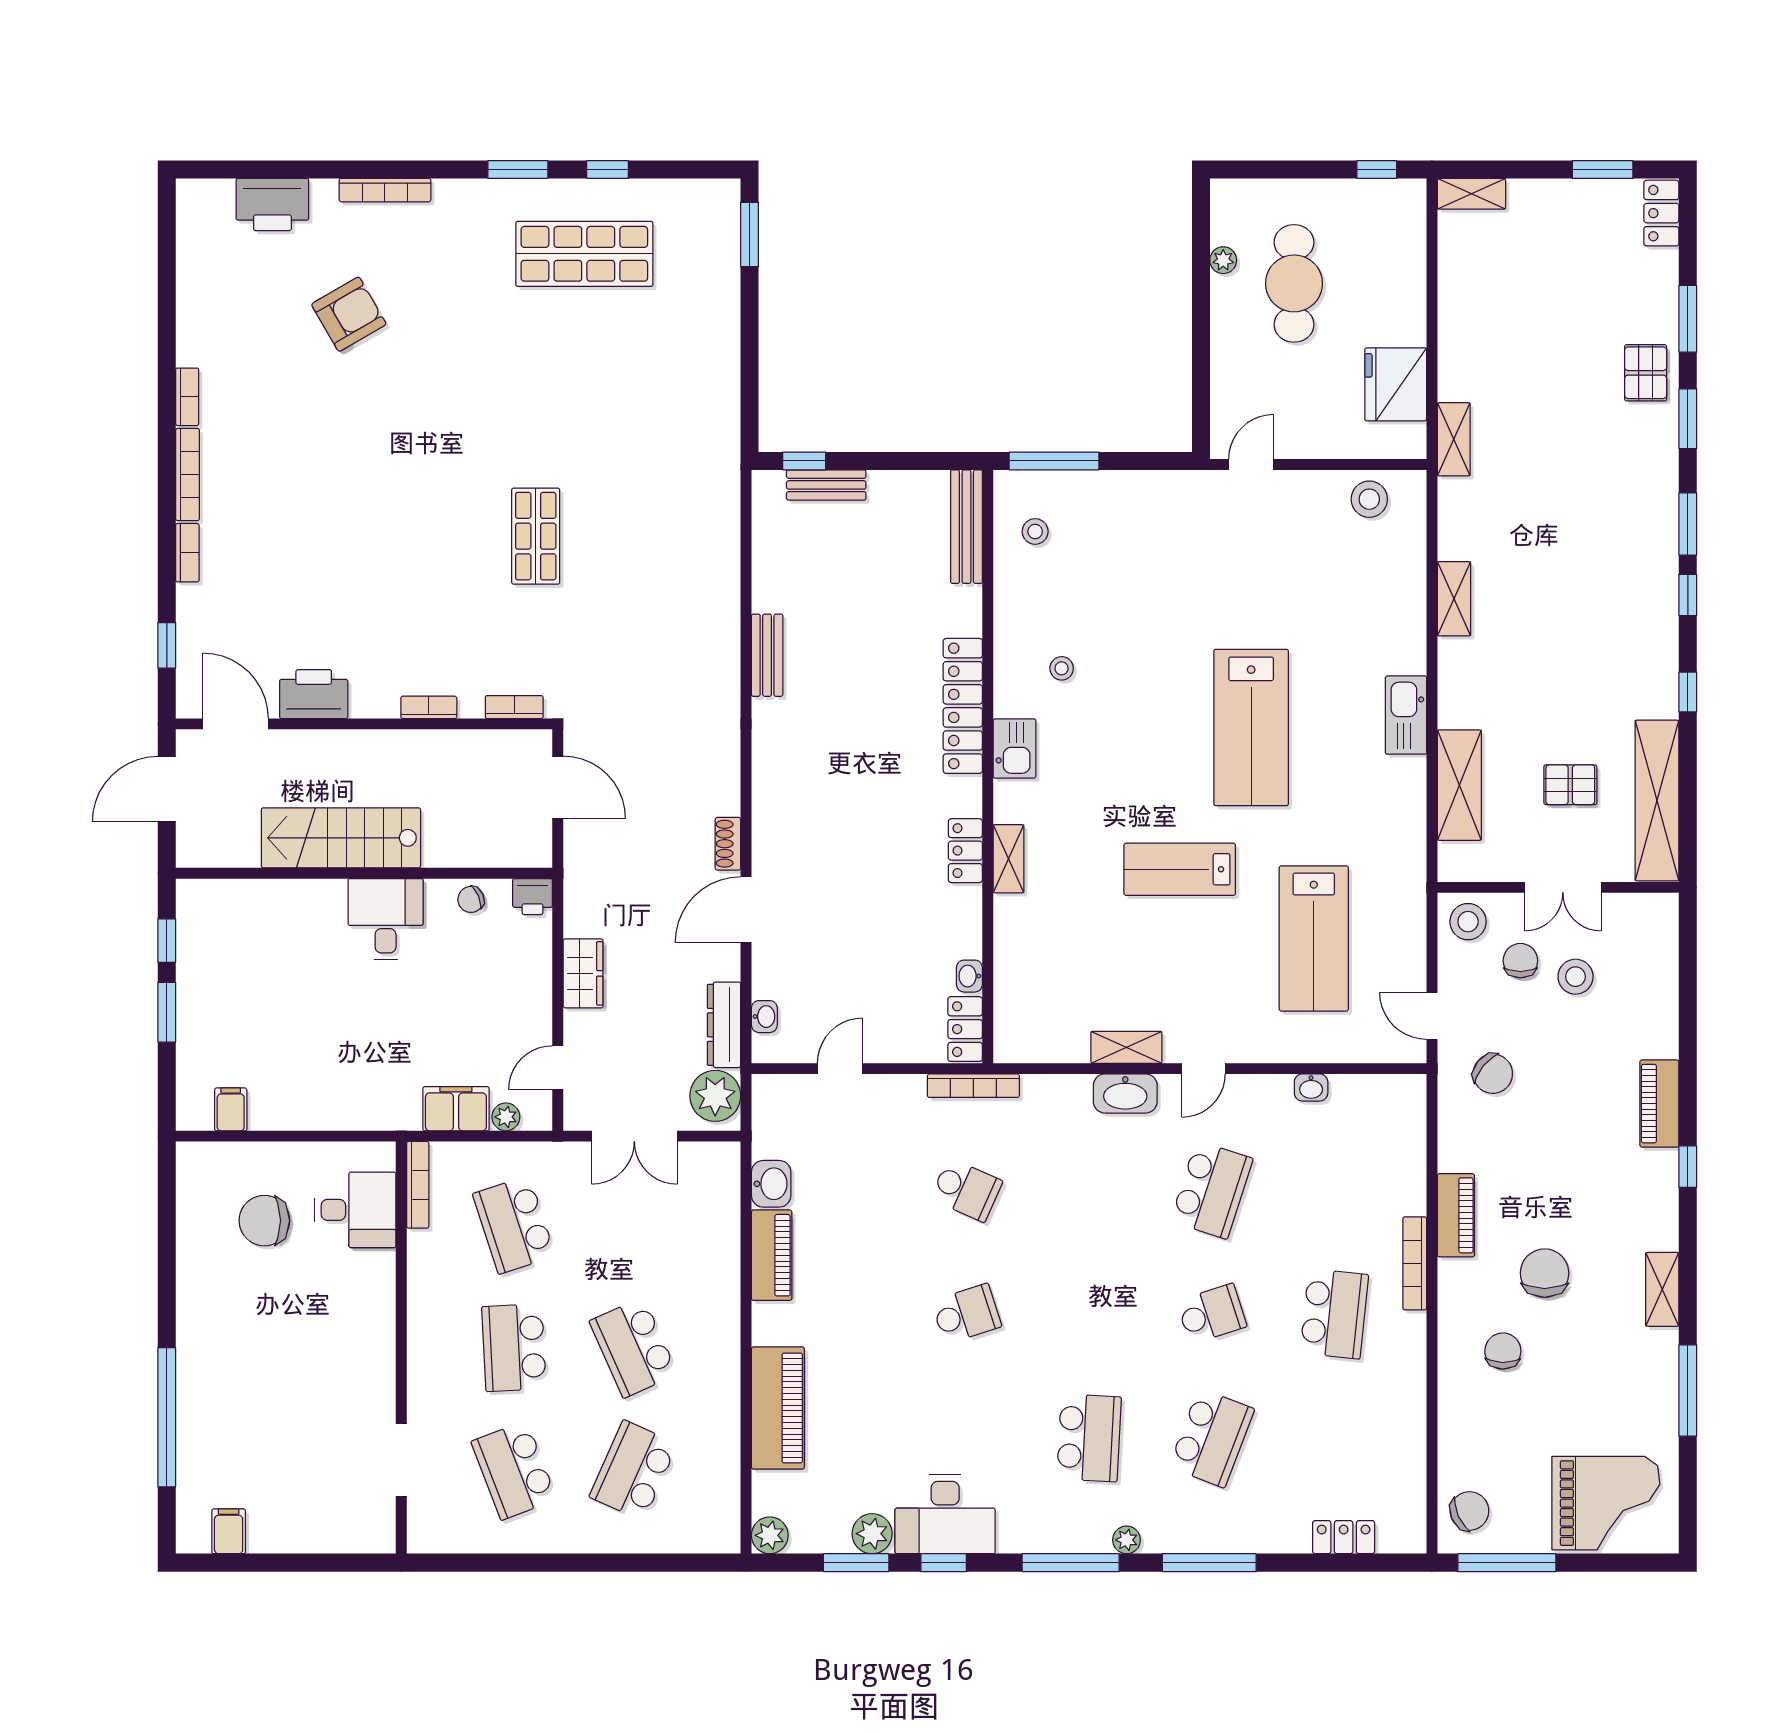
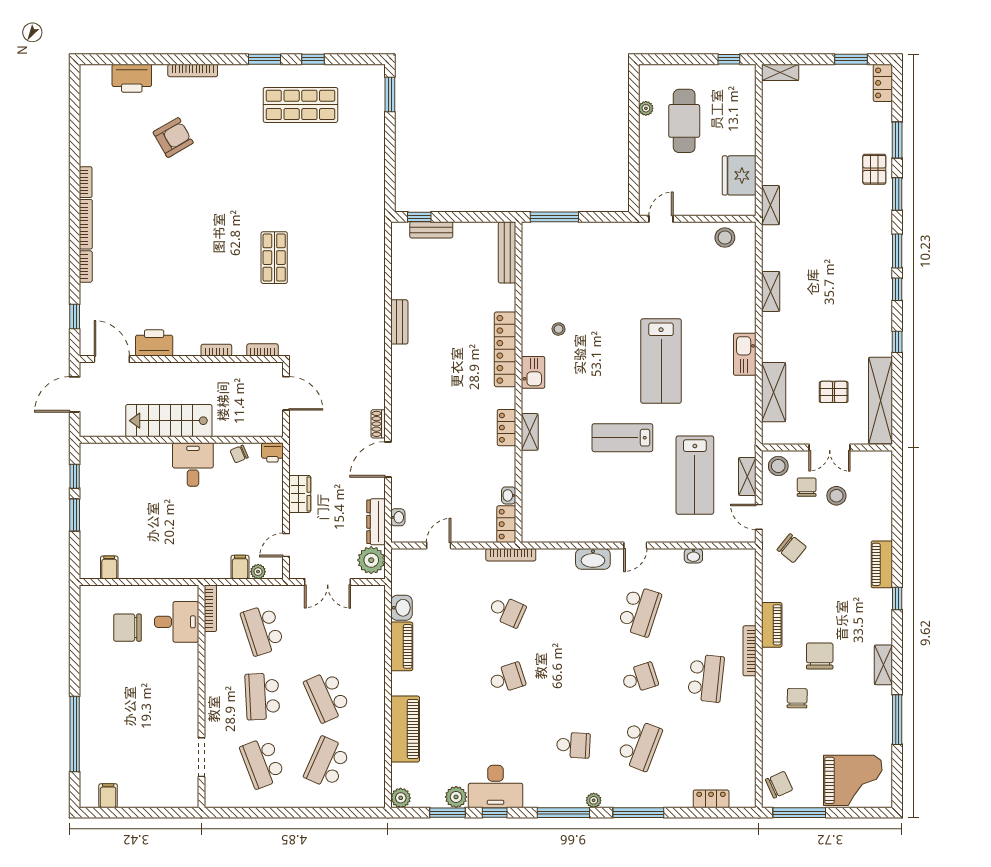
stool: (1035, 531) -> (544, 255), removed
shelving: (1126, 1047) -> (747, 476), moved, turned 90
filing cabinet: (456, 1109) -> (240, 567), width x0.50
school desk: (1089, 1438) -> (573, 745), width x0.54

